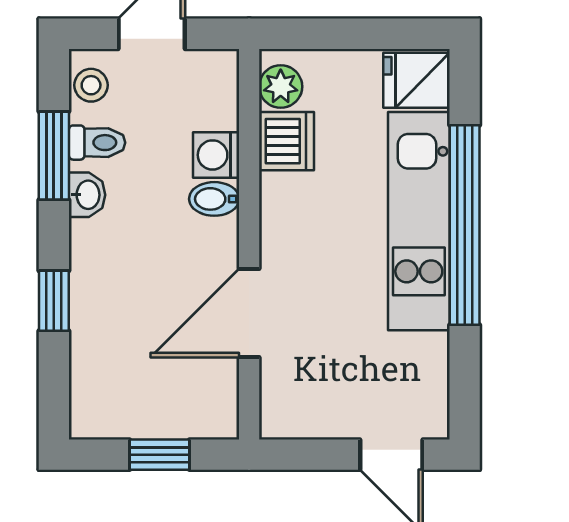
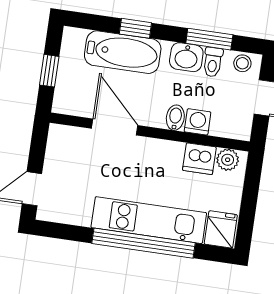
washbasin: (87, 195) -> (186, 57), width x1.38, depth x1.45
bathtub: (103, 318) -> (123, 52), added

